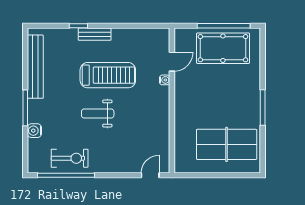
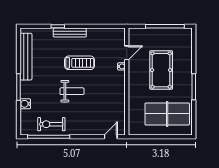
bench: (95, 34) -> (70, 33), width x1.36
pool table: (223, 48) -> (161, 70), moved, turned 90
treadmill: (108, 75) -> (79, 63), width x0.73, depth x0.73
weight bench: (98, 114) -> (72, 91), turned 180
exercise bike: (70, 158) -> (51, 124), turned 180

